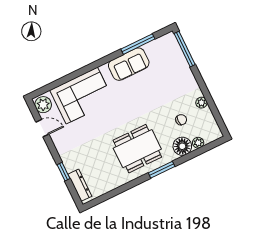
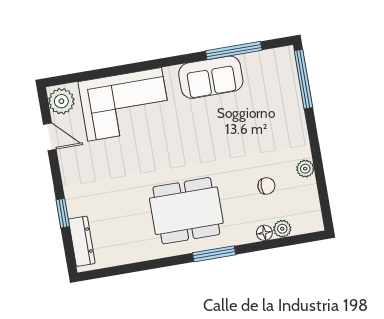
floor lamp: (182, 146) -> (264, 233), width x0.53, depth x0.53

